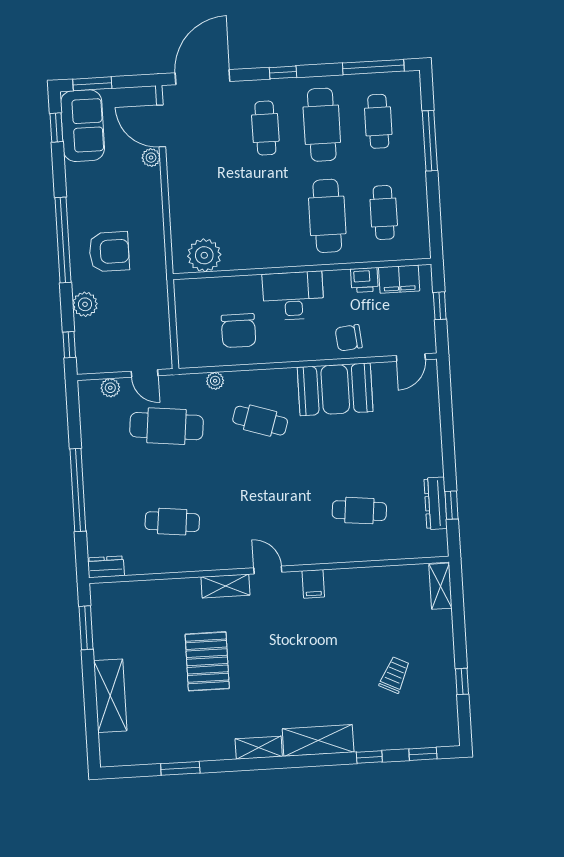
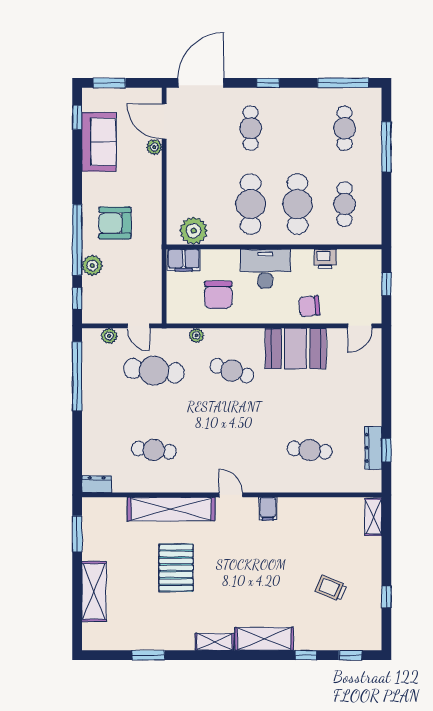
cafe table: (322, 125) -> (251, 204), moved
sofa: (82, 126) -> (99, 142), moved
window: (63, 240) -> (77, 240), moved
armchair: (109, 252) -> (115, 223), turned 180
filing cabinet: (399, 279) -> (184, 260), moved
window: (78, 490) -> (77, 376), moved
shelving: (225, 586) -> (171, 509), width x2.20, depth x1.33
trolley: (395, 675) -> (331, 588), turned -93

